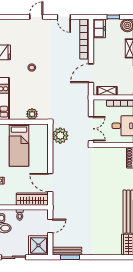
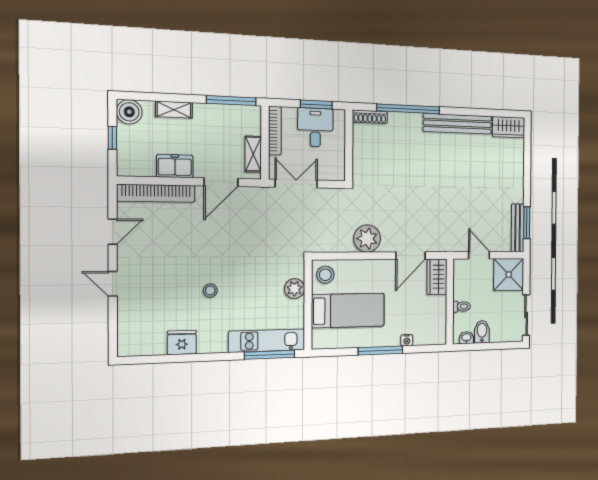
freezer: (99, 28) -> (175, 166), moved
door: (91, 73) -> (221, 182), hinge flipped
double door: (91, 129) -> (296, 184), moved
stool: (40, 132) -> (325, 275), added
plant: (60, 136) -> (367, 239), moved
wardrobe: (32, 199) -> (437, 277), width x0.67

